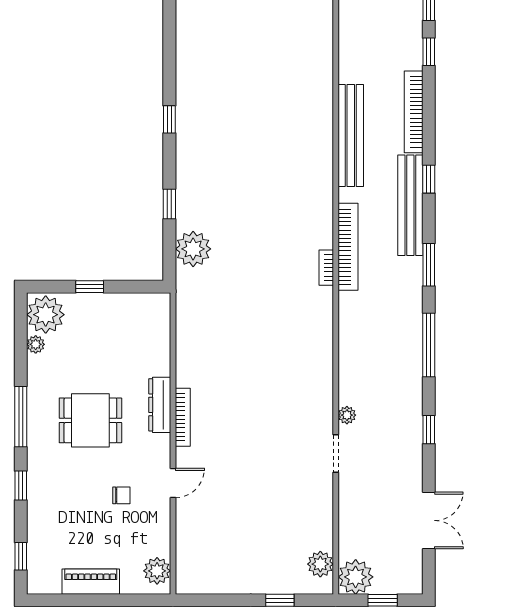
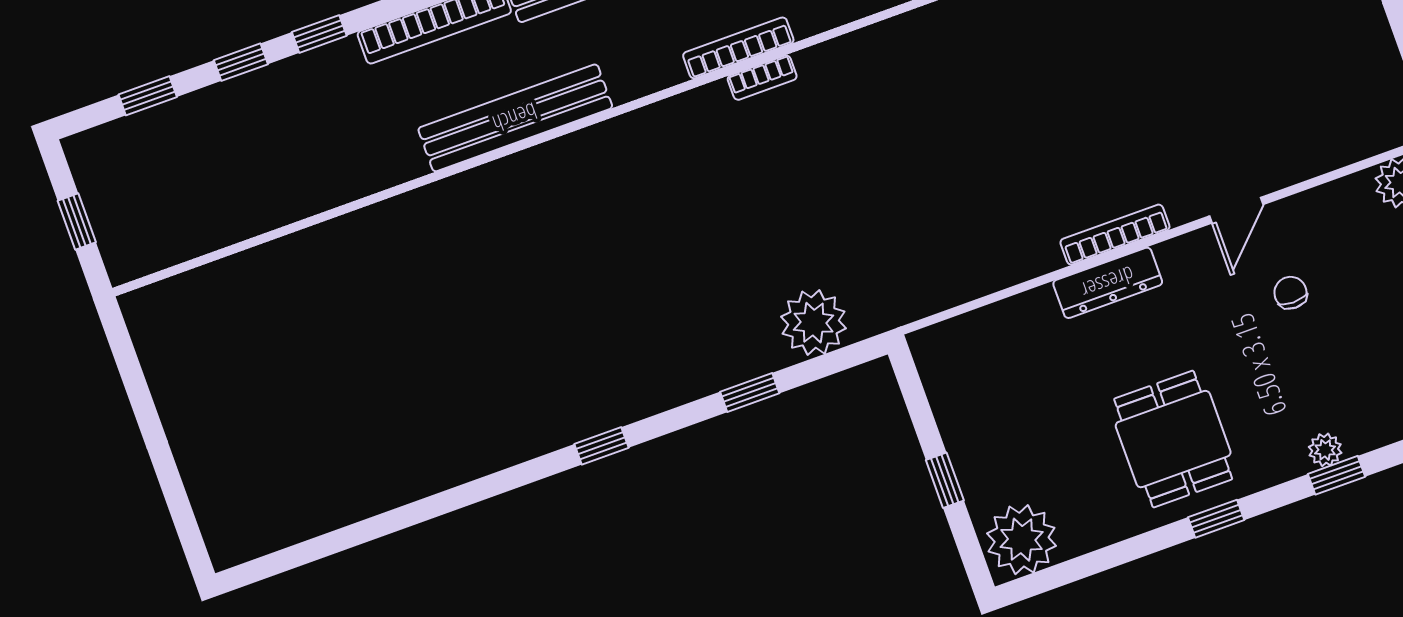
bookcase: (348, 247) -> (738, 48), width x0.68, depth x0.76
plant: (36, 344) -> (1325, 450), moved
window: (21, 417) -> (1216, 519), width x0.46
dining table: (90, 420) -> (1173, 439), moved
door: (173, 483) -> (1236, 210), swing flipped

